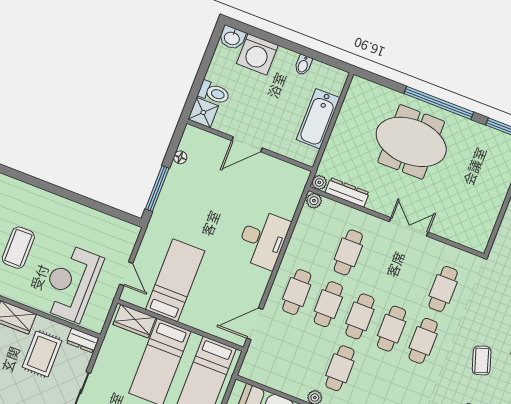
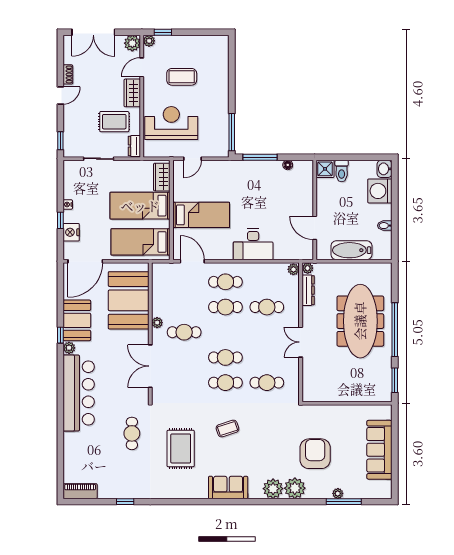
meeting table: (411, 142) -> (360, 321), width x1.36
door: (247, 144) -> (315, 228), moved
window: (112, 212) -> (232, 132), added
double door: (409, 227) -> (301, 342), swing flipped
bed: (175, 280) -> (201, 215), moved
cafe table: (360, 316) -> (225, 332), removed

